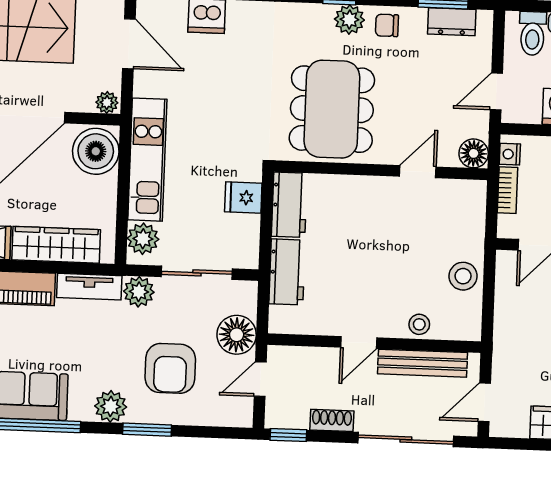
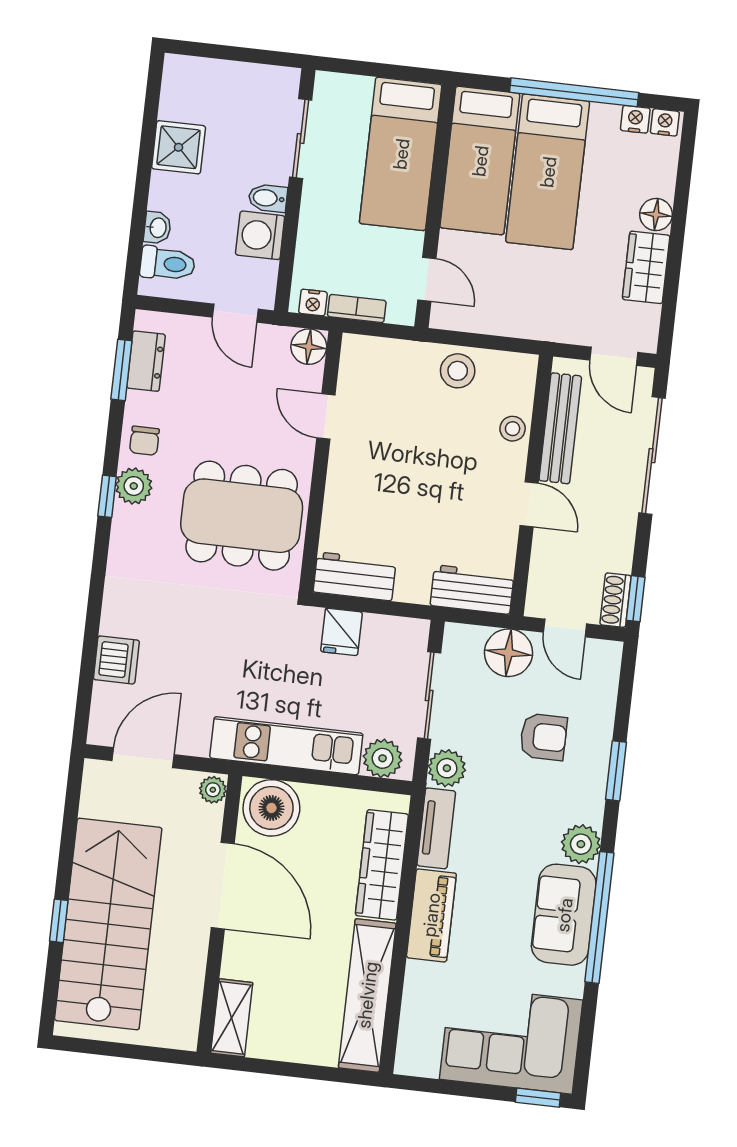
workbench: (287, 272) -> (472, 590), moved
armchair: (170, 368) -> (543, 737), width x0.72, depth x0.72
plant: (111, 406) -> (581, 844), moved
shoe rack: (332, 420) -> (616, 600), moved

